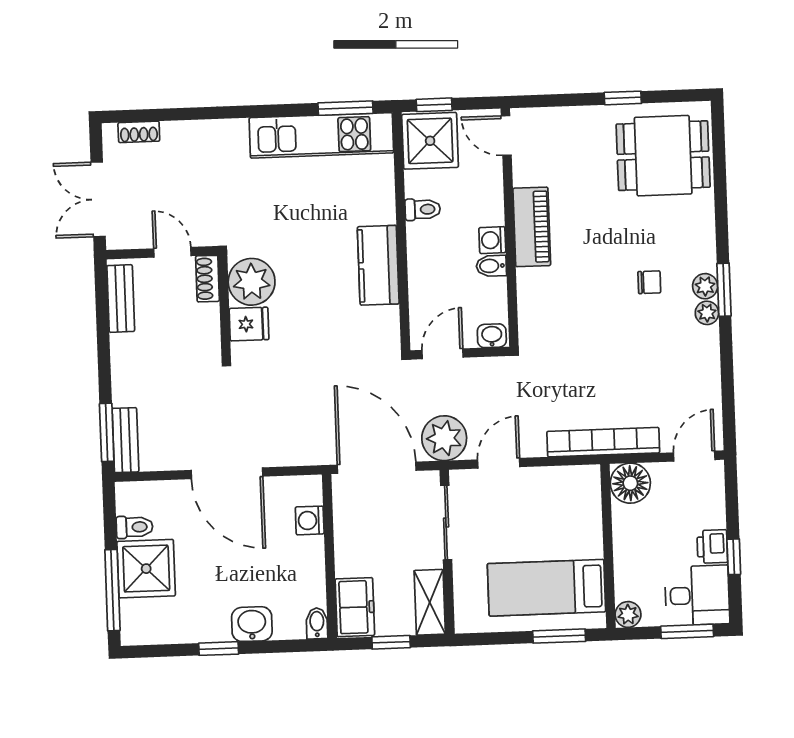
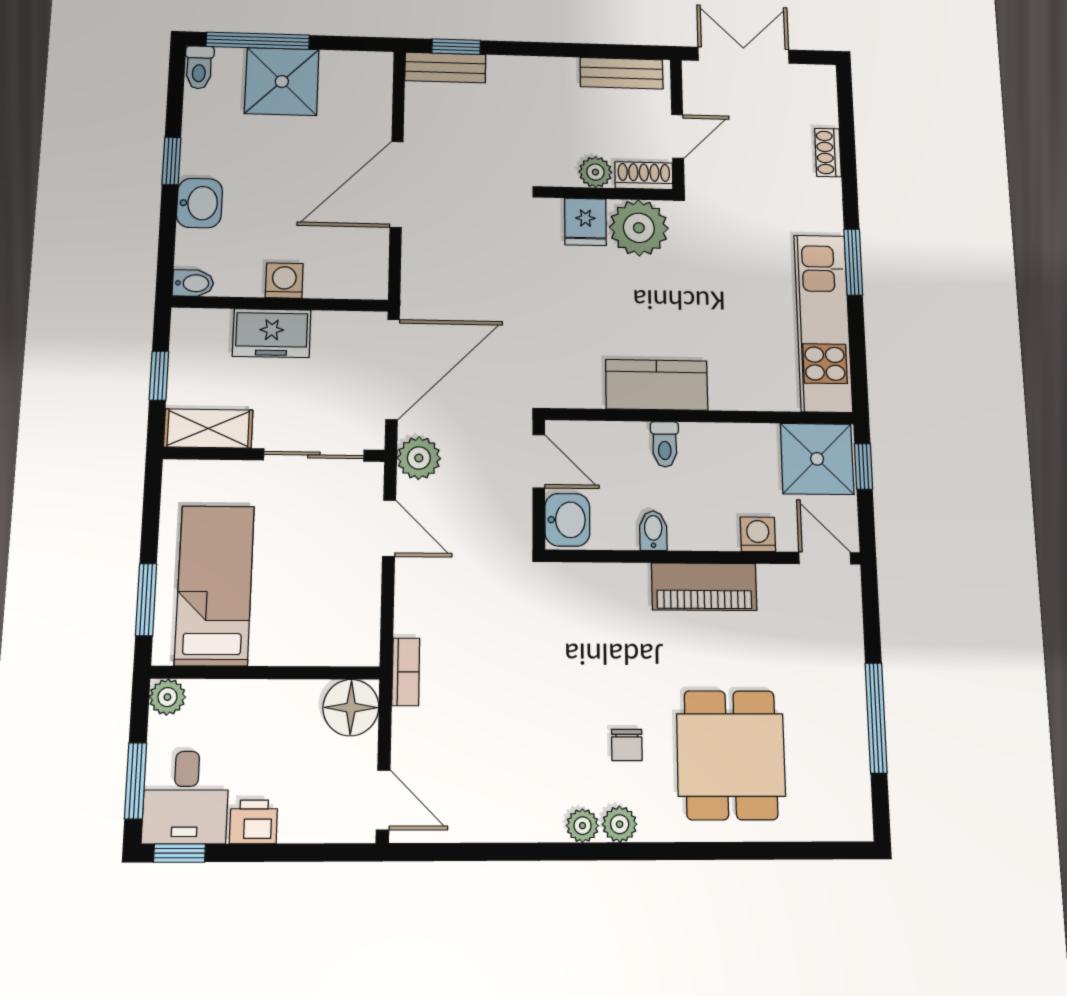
window: (623, 98) -> (876, 718), width x2.17
window: (346, 108) -> (853, 262), moved
shoe rack: (139, 132) -> (828, 153), moved
door: (506, 135) -> (825, 558), hinge flipped
dining table: (663, 156) -> (731, 755), moved
toilet: (423, 209) -> (665, 444), moved
washing machine: (492, 240) -> (758, 534), moved
window: (724, 290) -> (614, 851), removed
plant: (207, 317) -> (595, 172), added
washbasin: (492, 336) -> (567, 520), width x1.38, depth x1.45
window: (107, 432) -> (456, 47), width x0.67
plant: (444, 438) -> (419, 458), width x0.73, depth x0.73
bookcase: (603, 442) -> (406, 672), width x0.43, depth x0.76
washing machine: (310, 520) -> (284, 281), moved
toilet: (134, 527) -> (199, 67), moved
window: (734, 557) -> (179, 853), moved
freezer: (355, 607) -> (272, 333), moved

